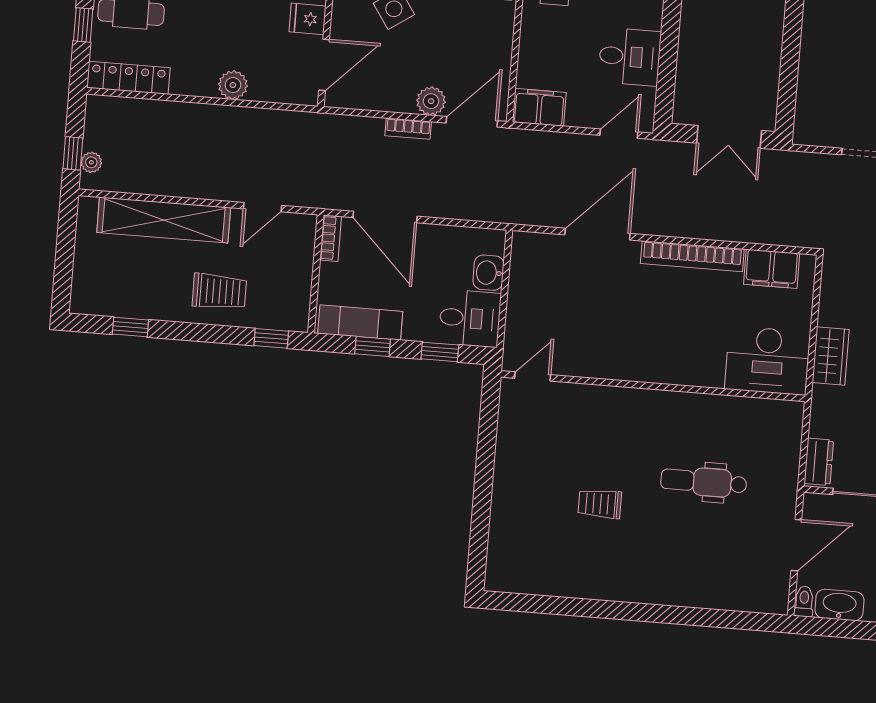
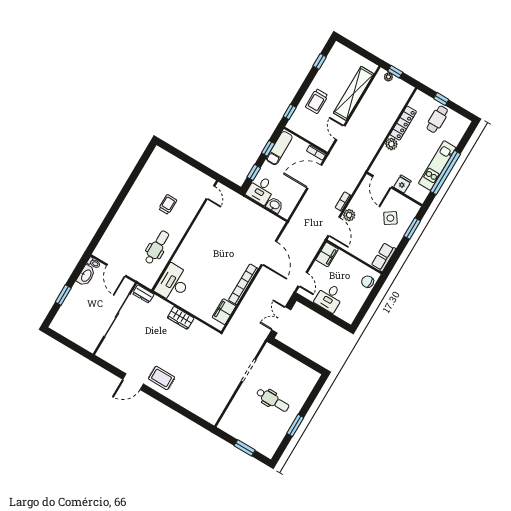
locker: (128, 78) -> (403, 123), moved
desk: (768, 360) -> (173, 283), moved
door: (533, 376) -> (210, 192), moved
wall: (653, 386) -> (185, 236), moved

